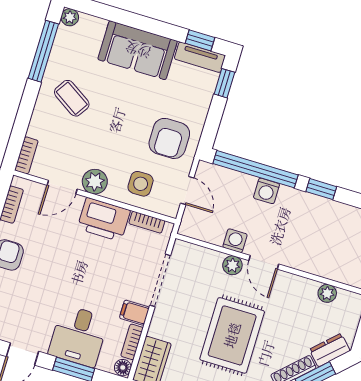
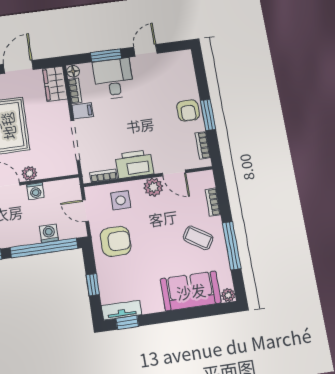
sofa: (138, 50) -> (191, 291), moved
window: (43, 51) -> (232, 246), moved
window: (224, 83) -> (93, 285), moved
armchair: (169, 138) -> (116, 241), turned 90
bookcase: (26, 155) -> (213, 202), moved
door: (62, 187) -> (174, 173), swing flipped
washing machine: (266, 191) -> (49, 233), moved

